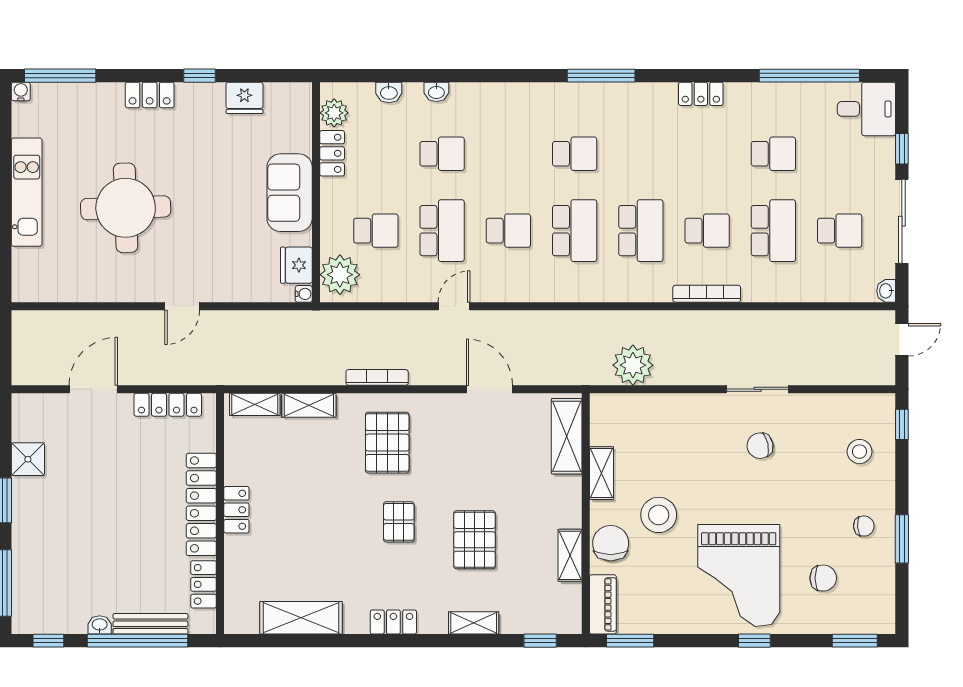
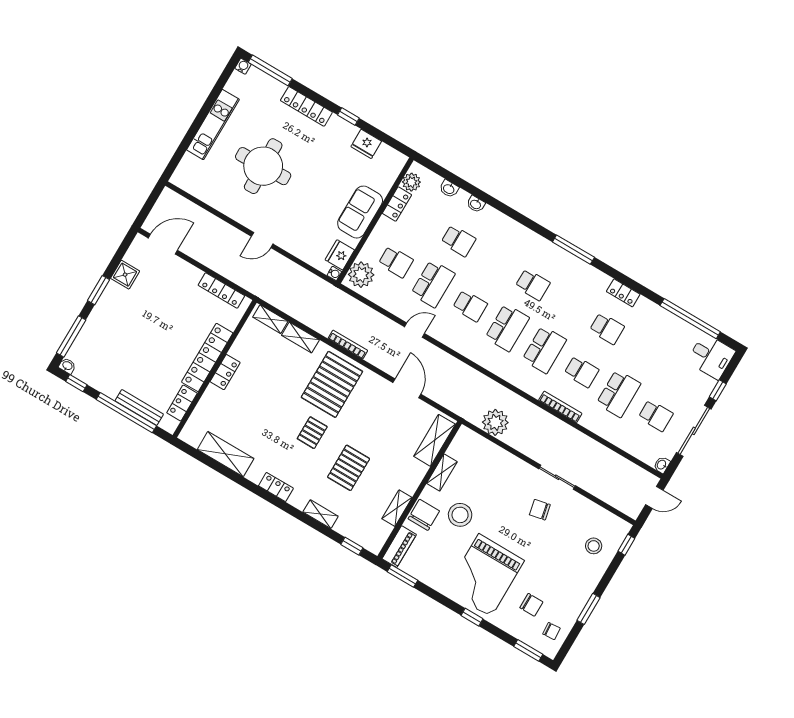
locker: (150, 95) -> (306, 106), width x1.53
school desk: (773, 154) -> (607, 329), moved
door: (93, 389) -> (163, 244), moved
pallet: (387, 443) -> (332, 384), width x1.37, depth x1.41
chair: (864, 526) -> (551, 631), moved
washbasin: (100, 625) -> (67, 366), moved

